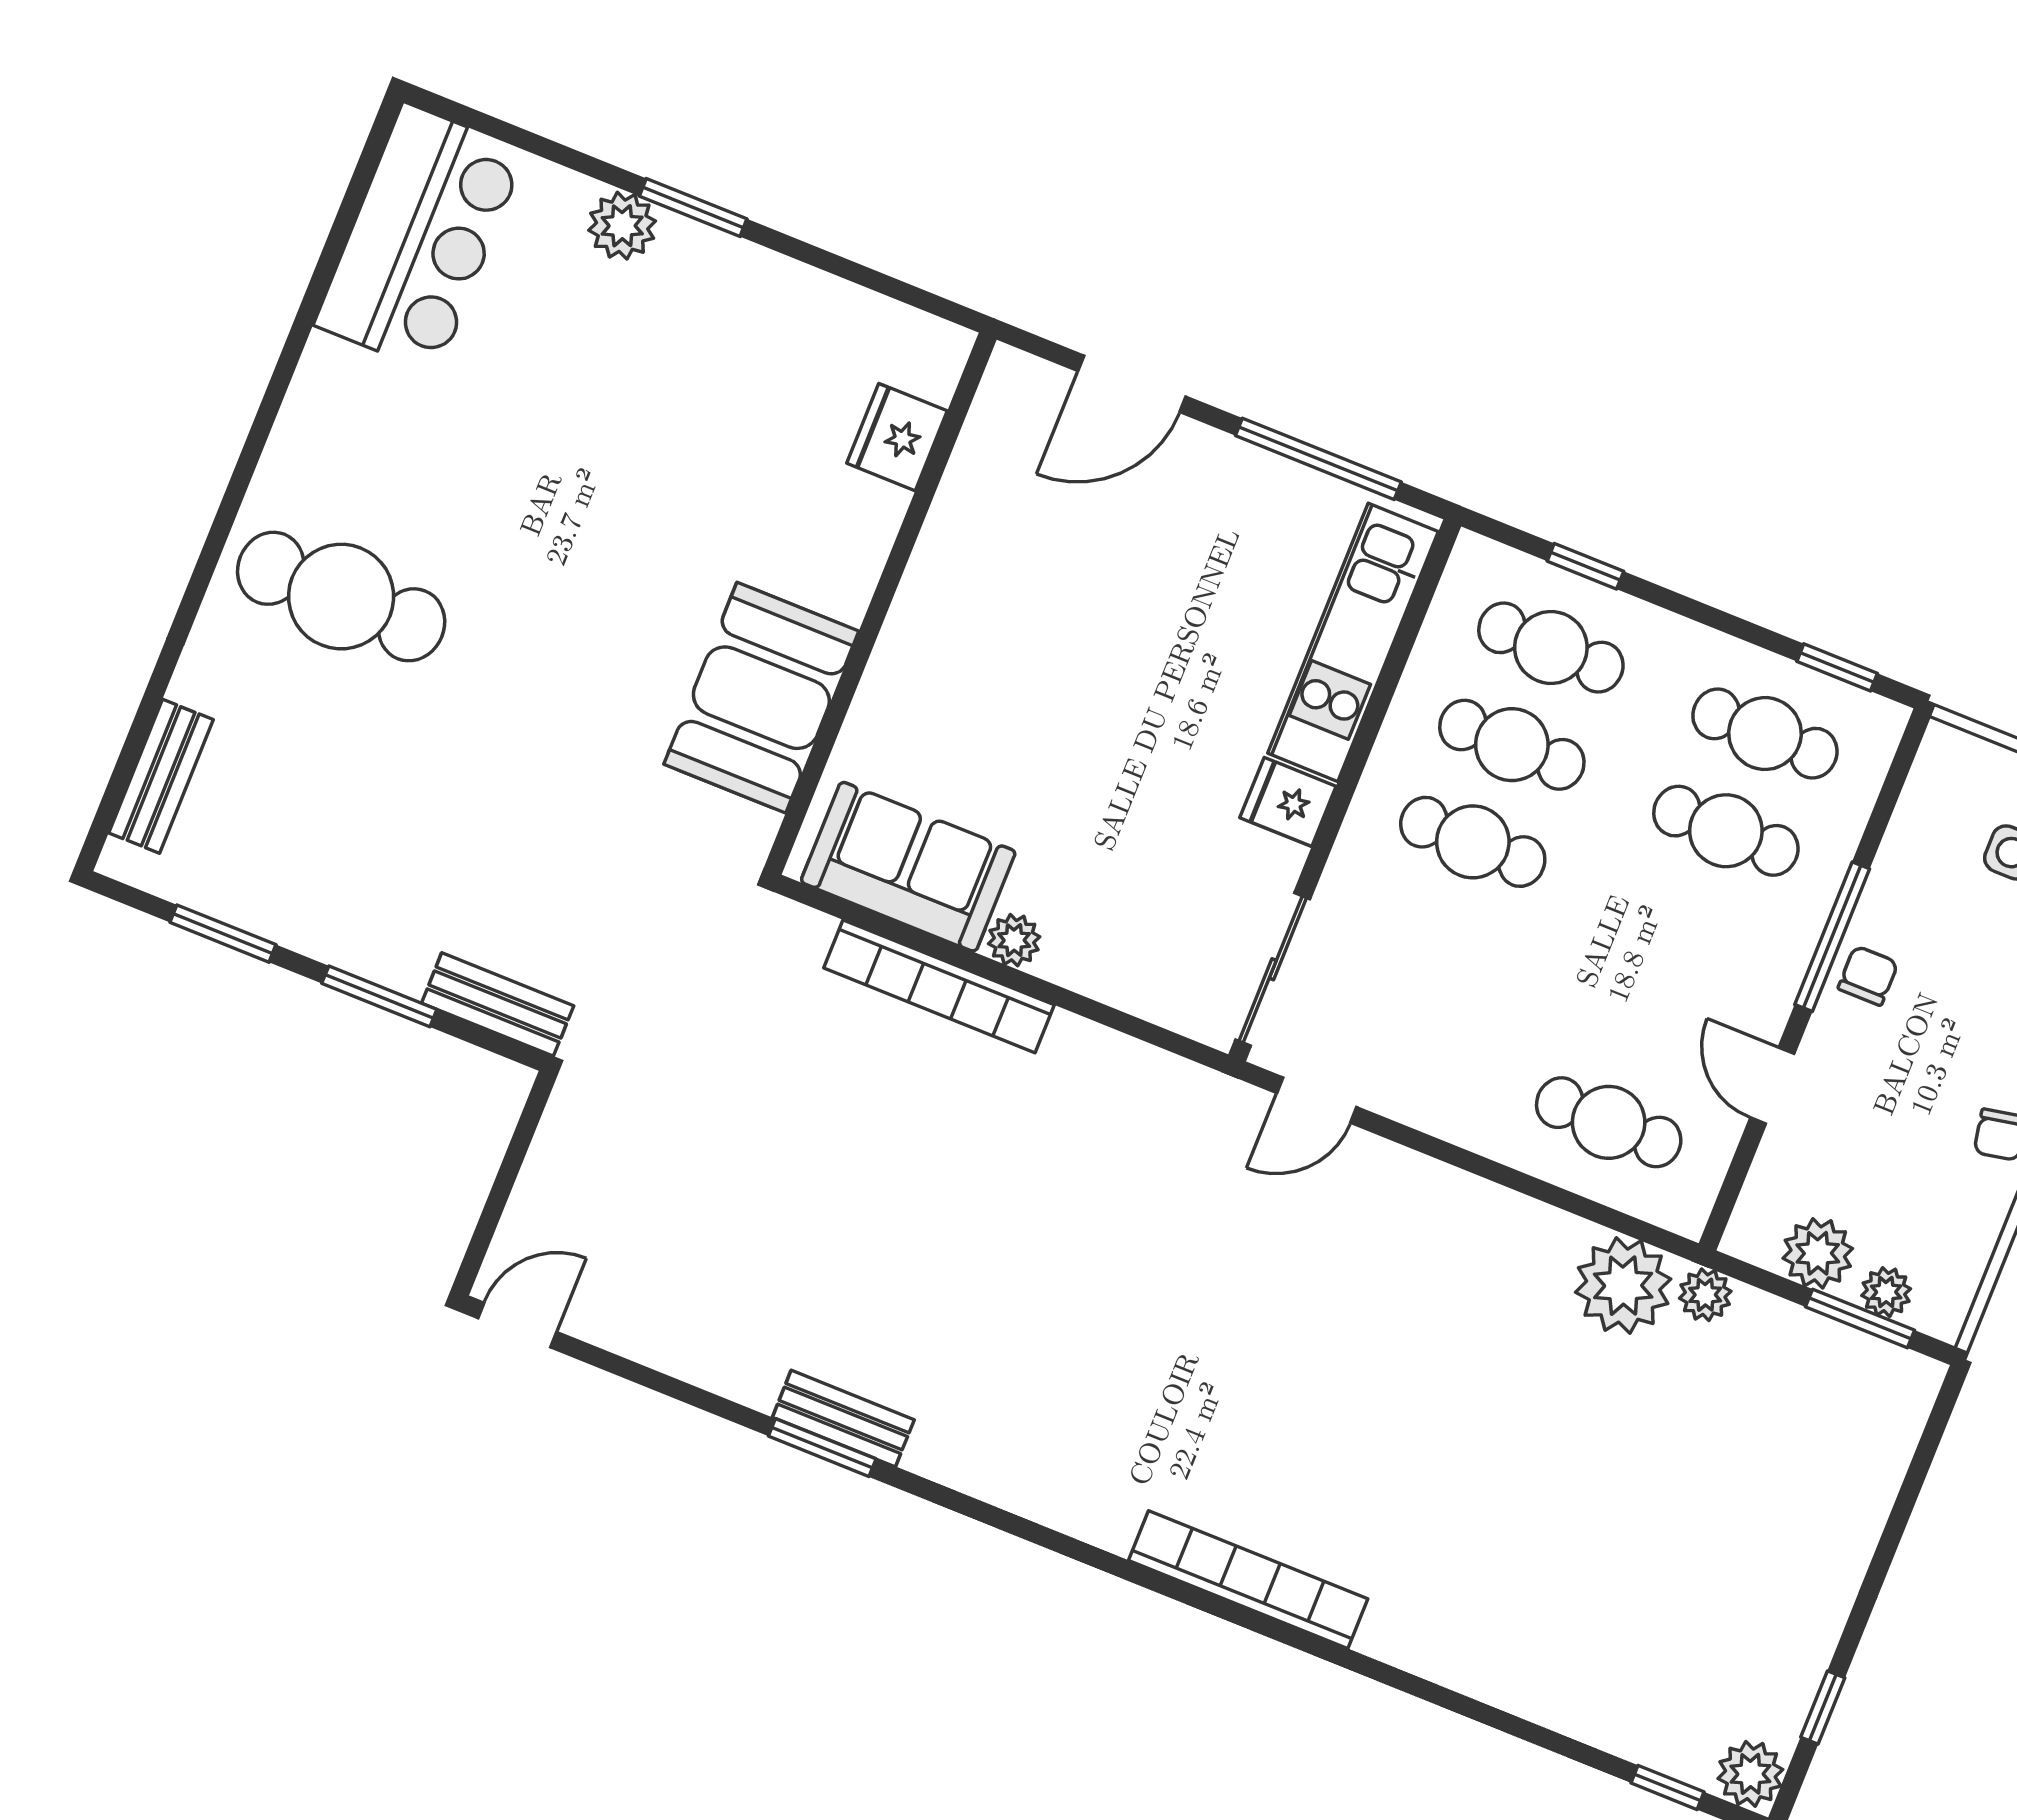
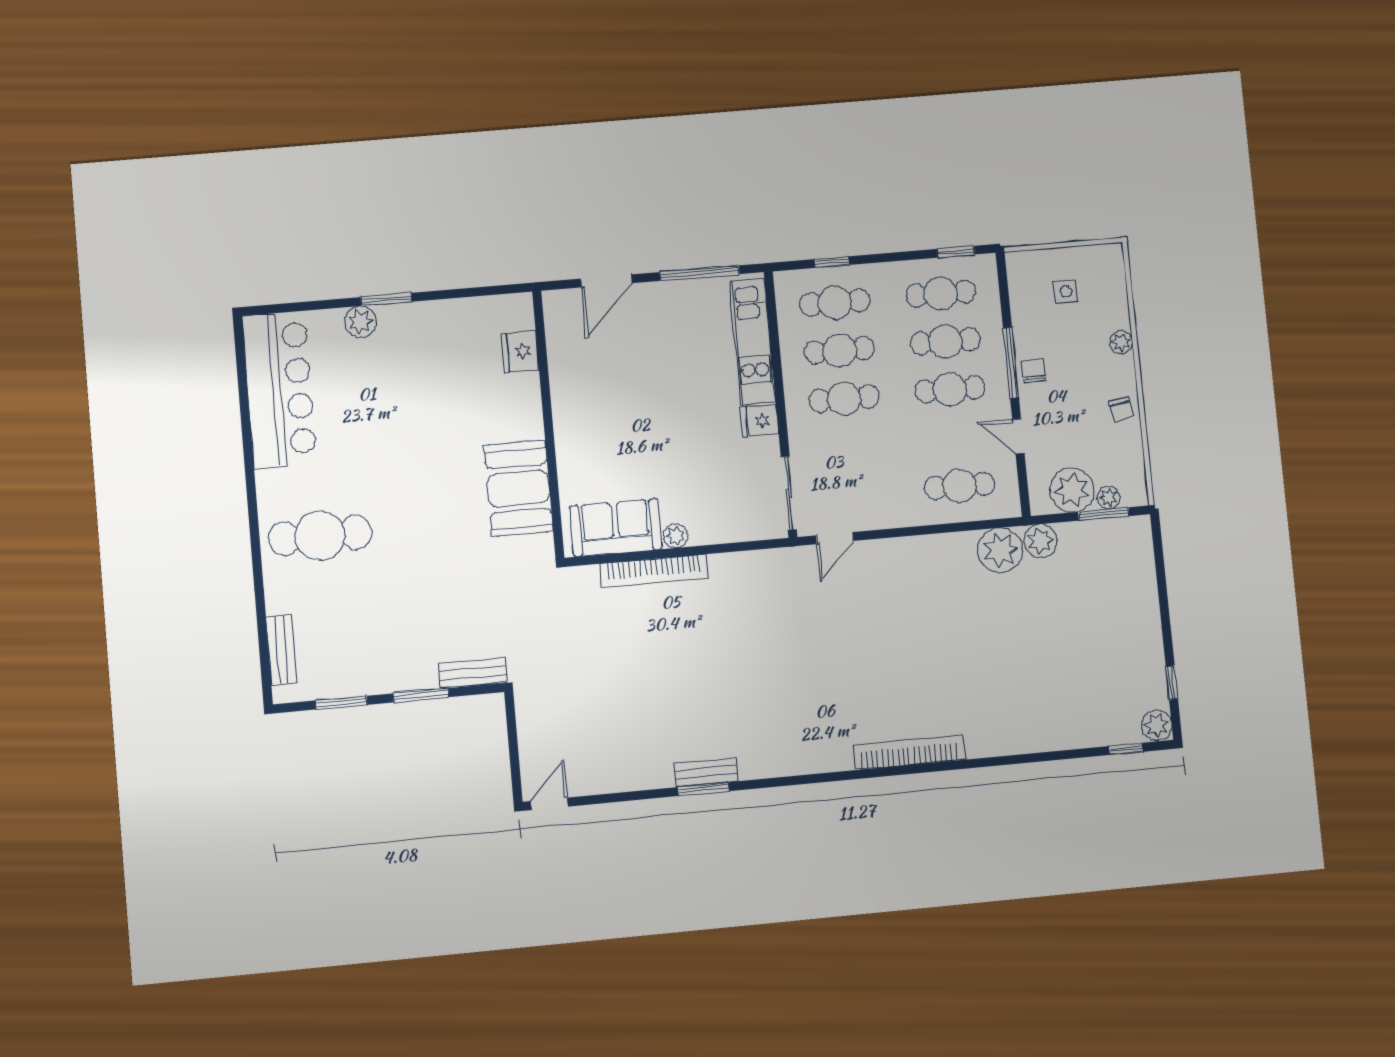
bar counter: (420, 238) -> (279, 390), width x1.36
cafe table: (1687, 928) -> (950, 389), added
plant: (1818, 1253) -> (1072, 490), width x1.36, depth x1.36
plant: (1705, 1295) -> (1041, 541), width x1.38, depth x1.38

